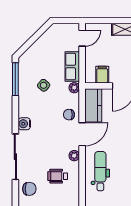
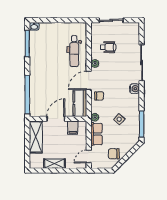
chair: (29, 189) -> (114, 154), moved

